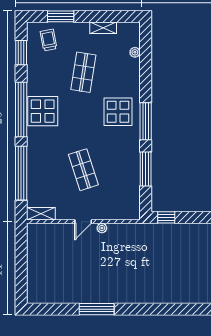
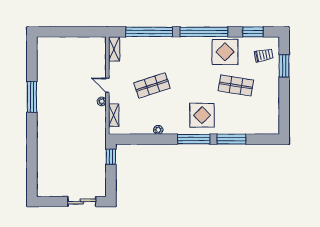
shelving: (103, 28) -> (114, 115), moved
plant: (135, 52) -> (158, 130), moved
display table: (43, 111) -> (225, 52), moved
window: (146, 169) -> (231, 139), moved

